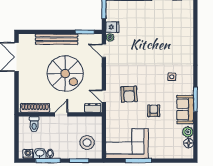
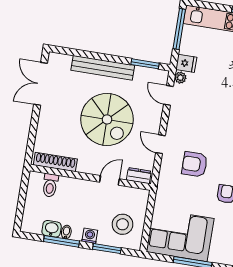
armchair: (129, 94) -> (195, 164), turned 93
door: (104, 96) -> (161, 144), moved
door: (61, 114) -> (110, 180), moved
washing machine: (28, 154) -> (90, 236), moved

